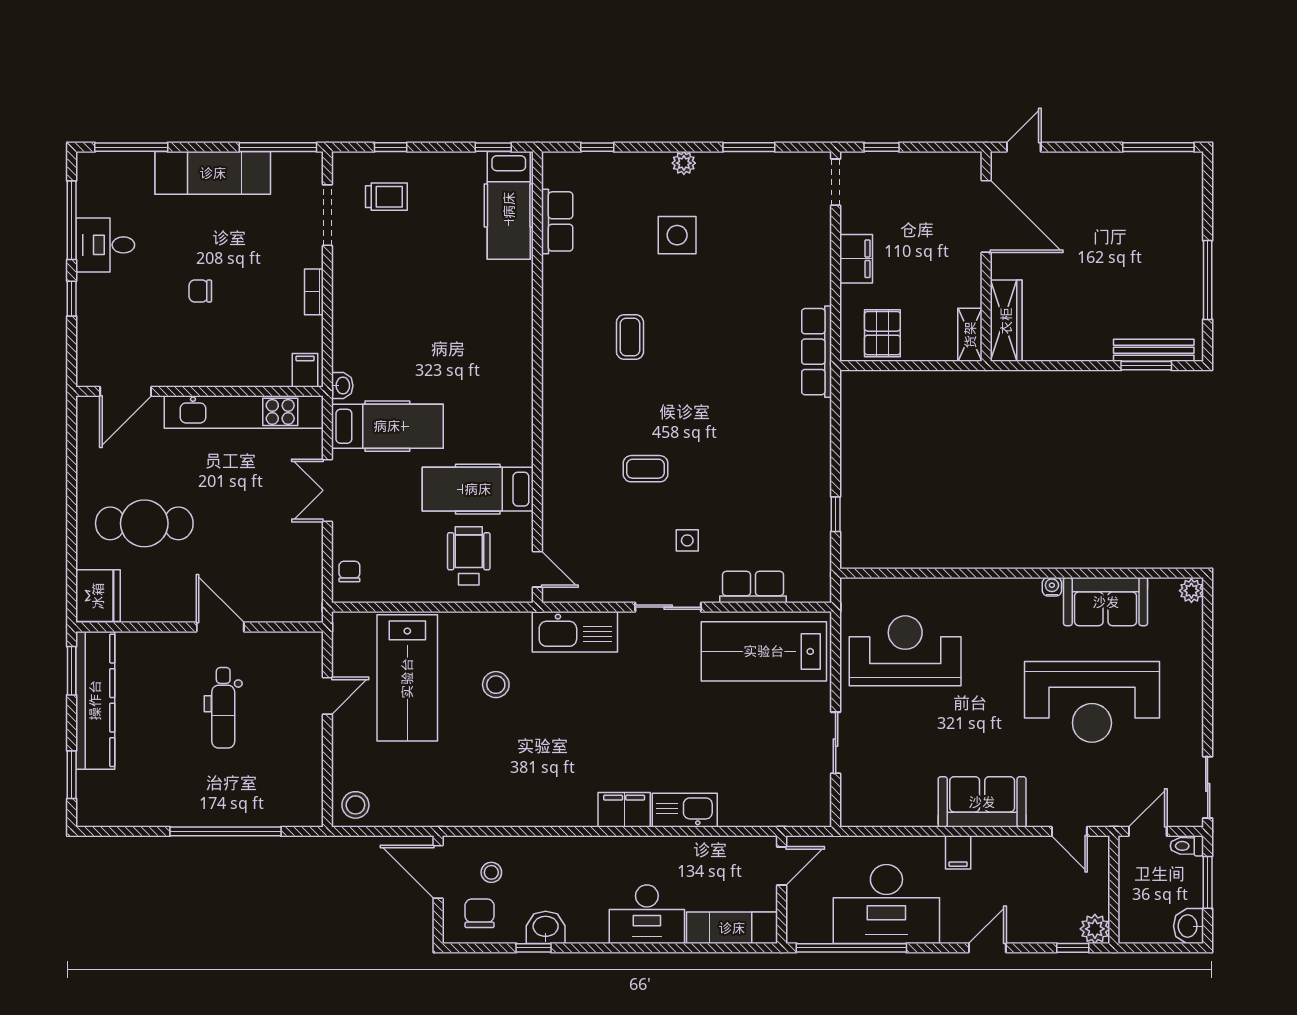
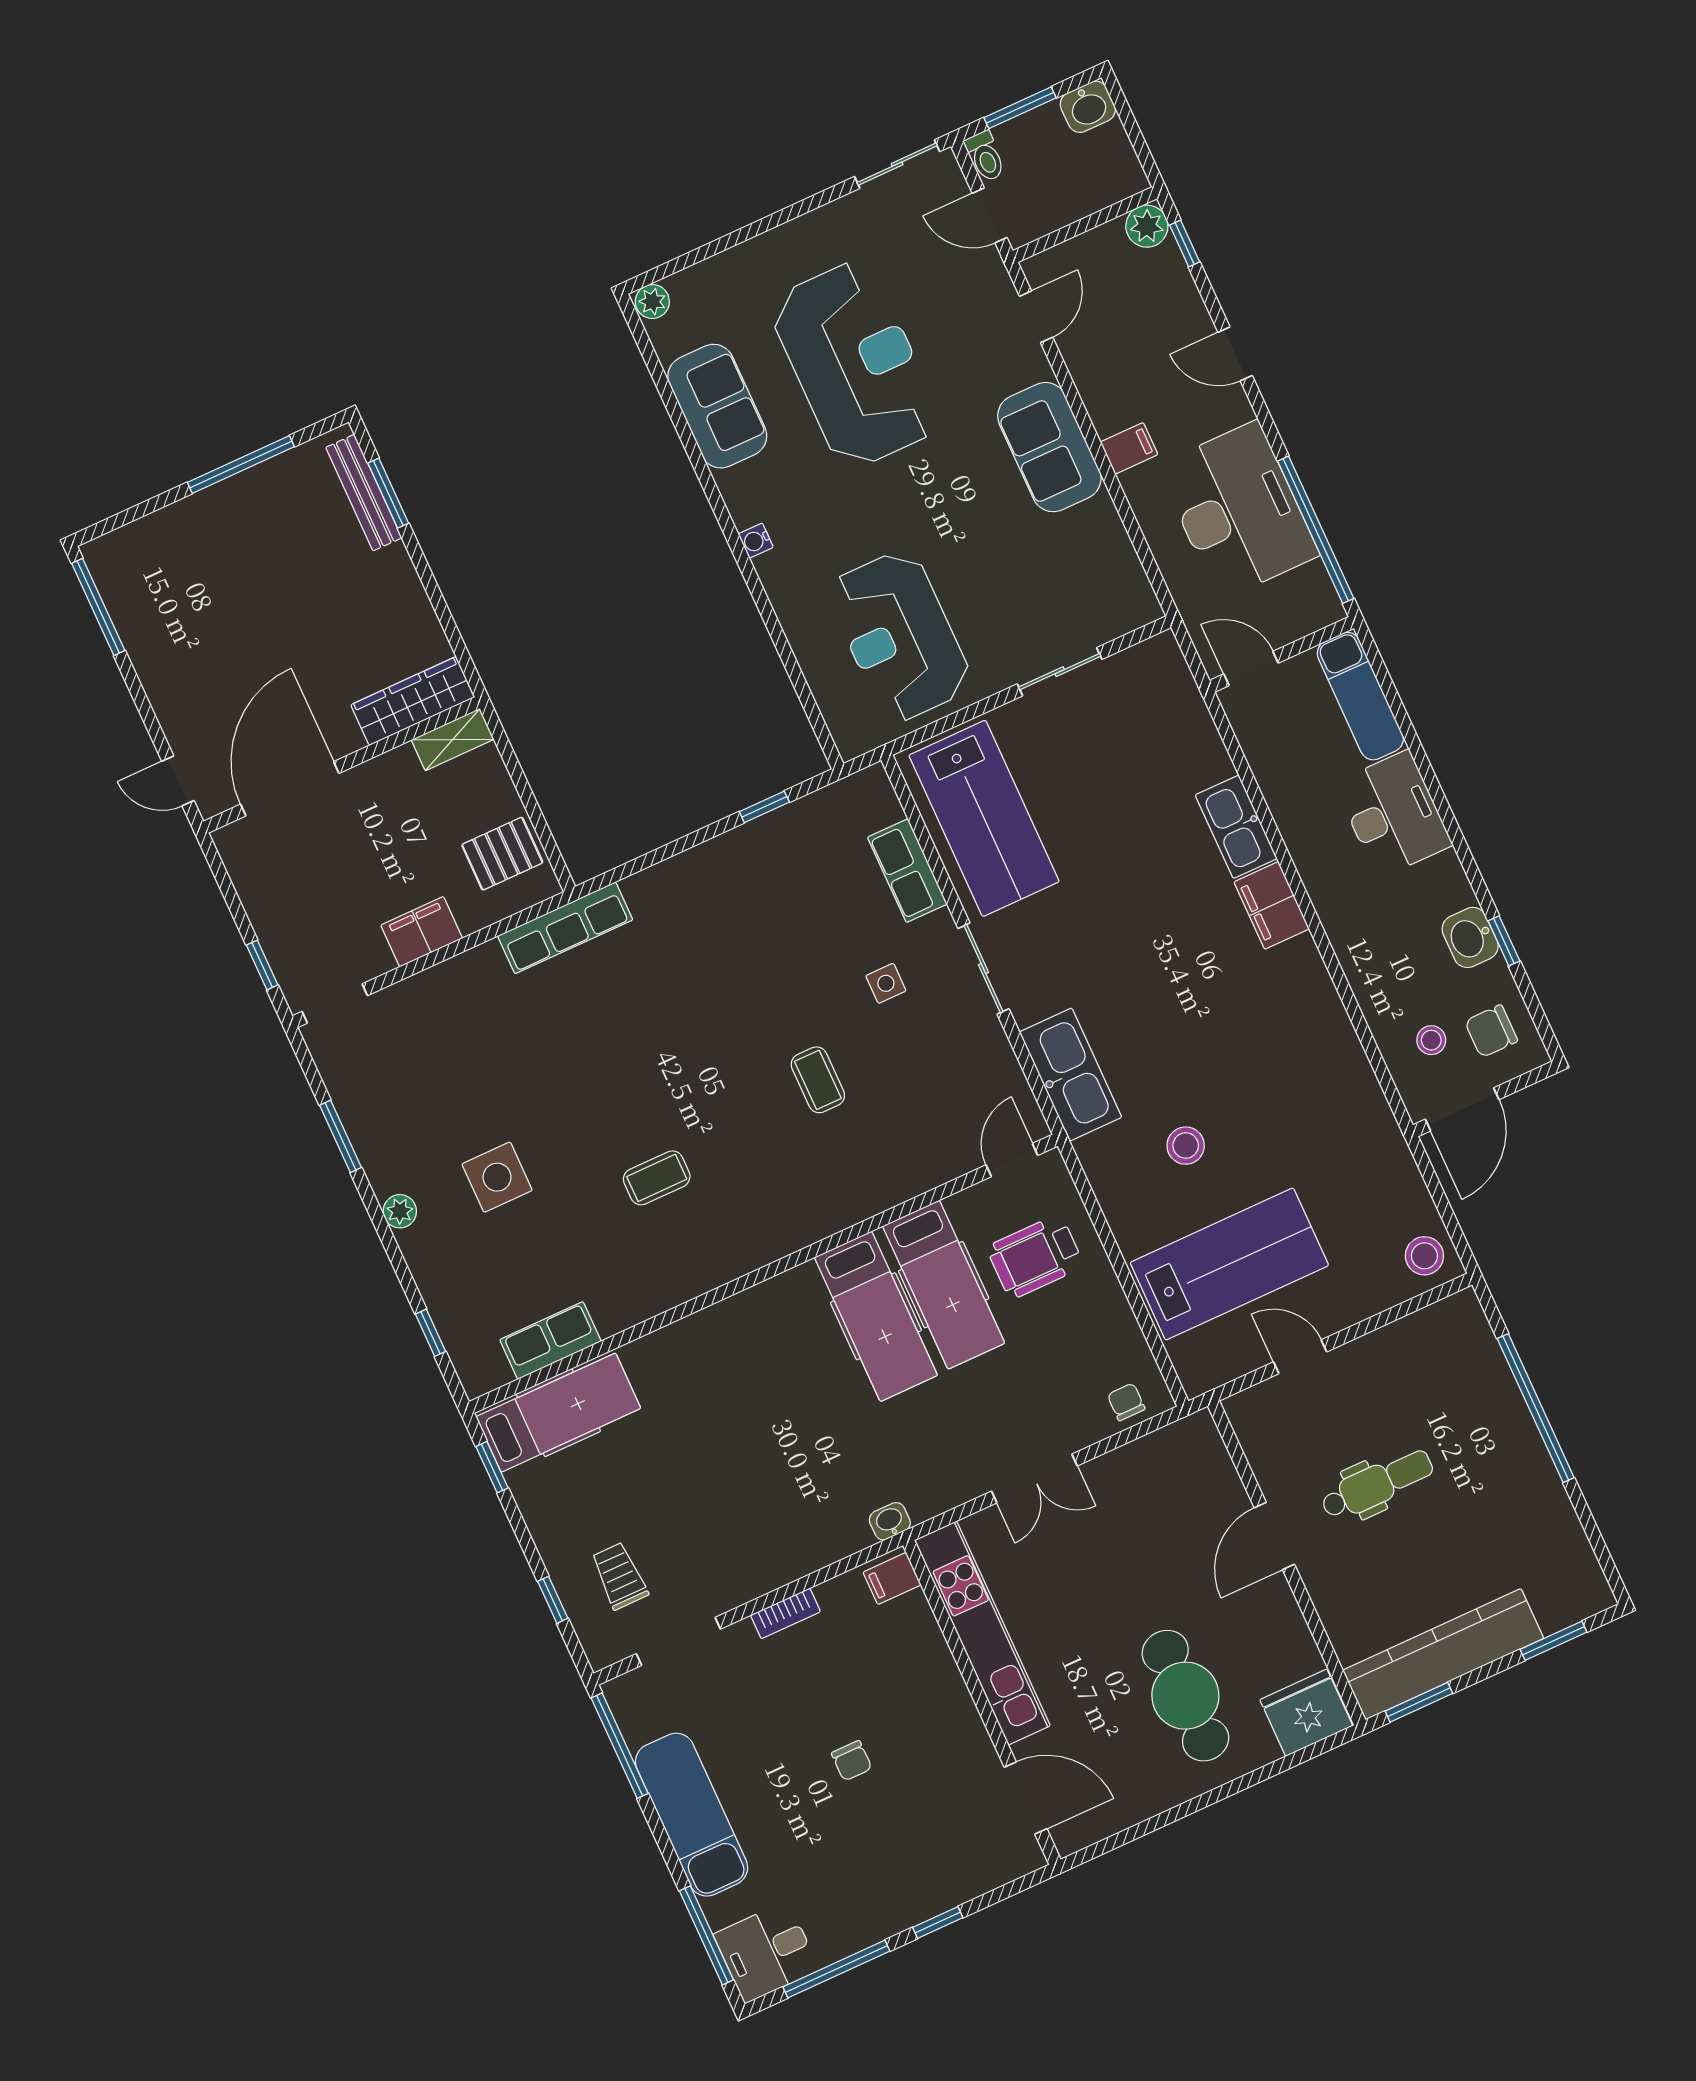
desk: (105, 245) -> (766, 1952), moved, turned 90
hospital bed: (387, 426) -> (876, 1316), moved, turned 180
chair: (349, 572) -> (1126, 1402), turned 90
water cooler: (1052, 587) -> (756, 541), moved

